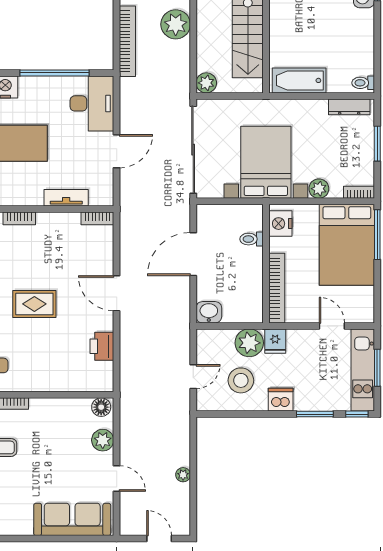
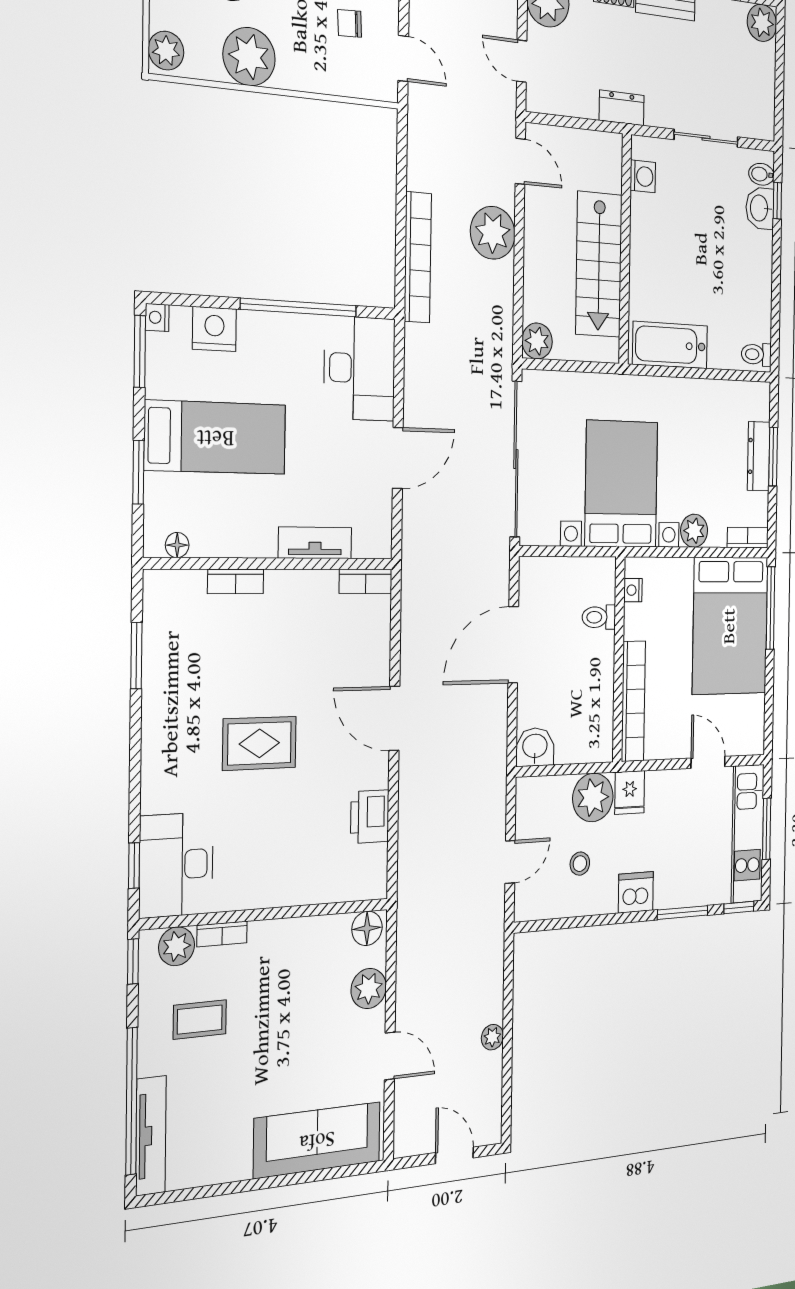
dresser: (349, 107) -> (759, 456), moved, turned 90
nightstand: (280, 224) -> (633, 590), width x0.53, depth x0.56
stool: (241, 380) -> (580, 864), width x0.53, depth x0.53

